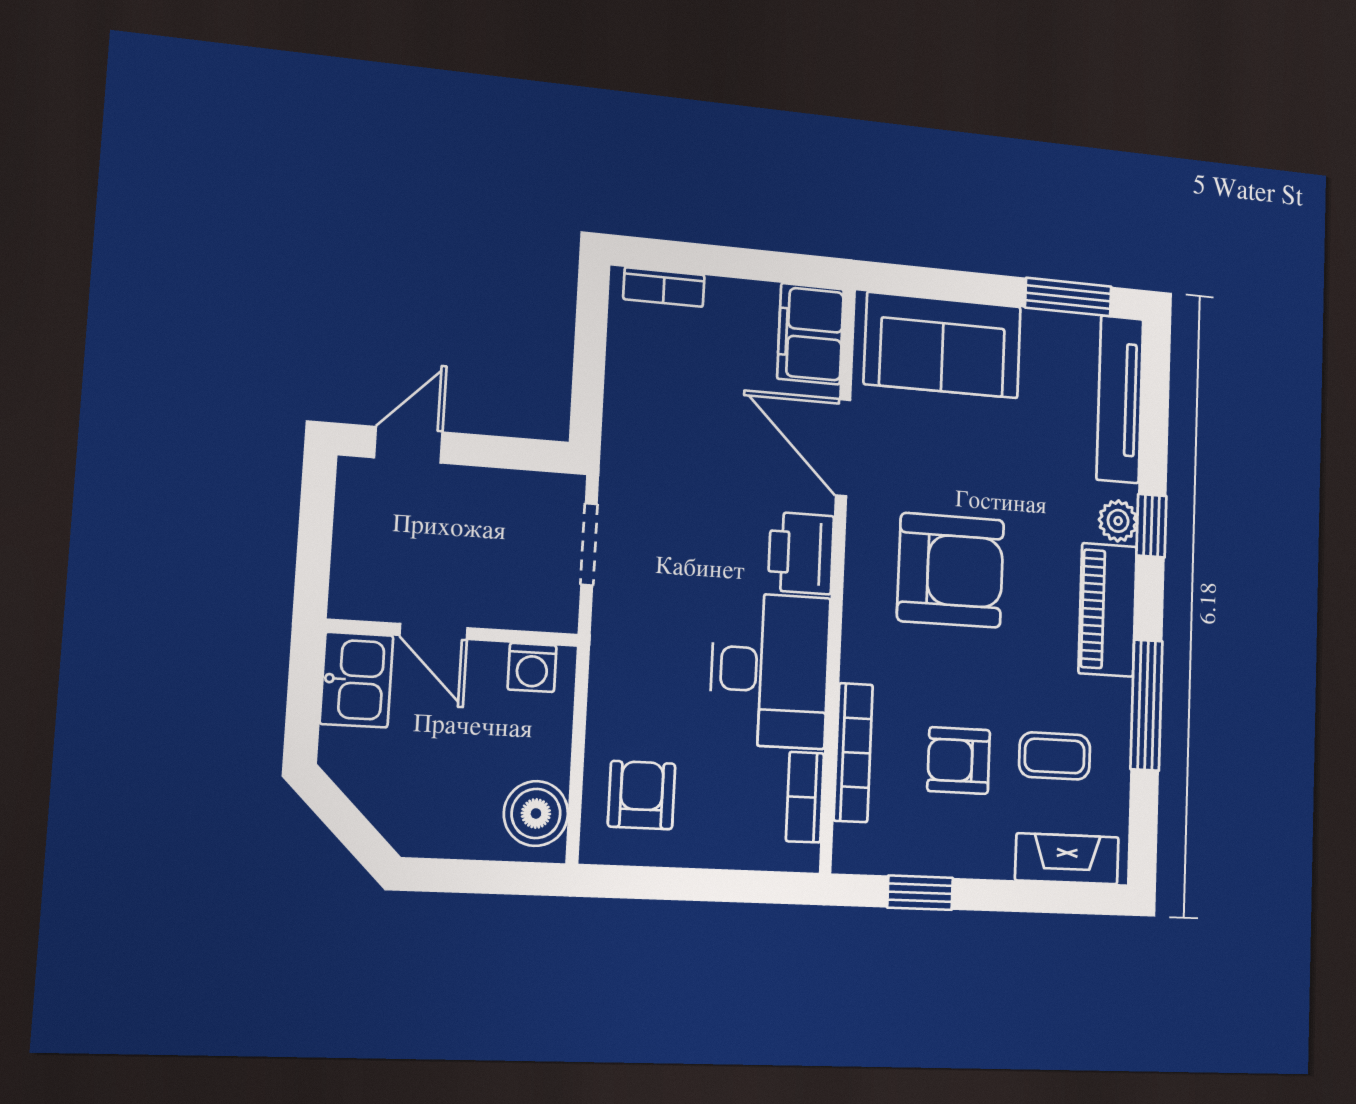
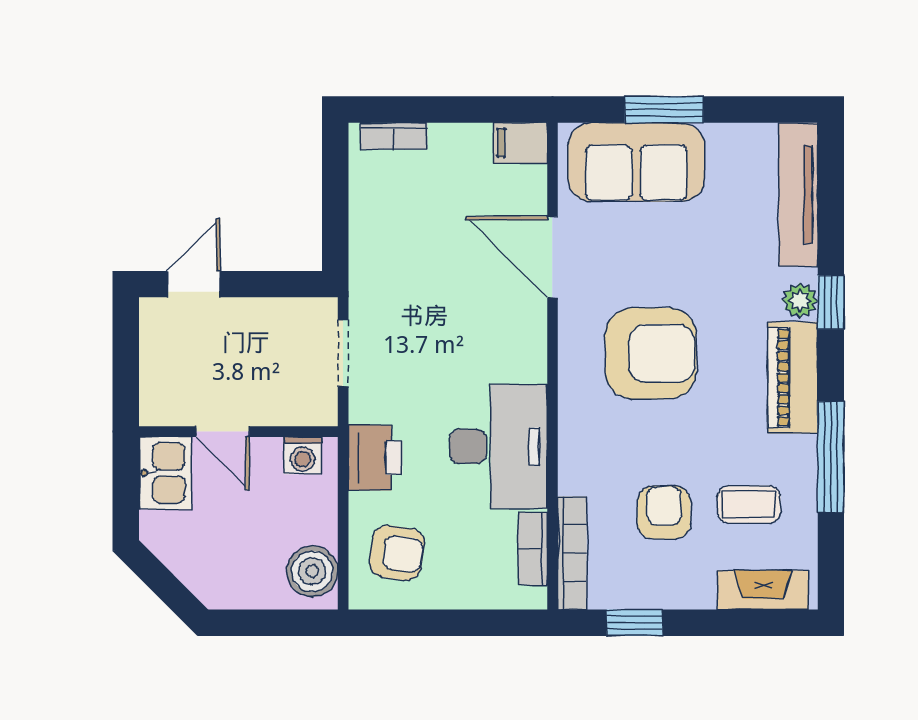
window: (1068, 297) -> (664, 110), moved
filing cabinet: (811, 334) -> (520, 143), width x0.50
printer: (801, 553) -> (375, 458), moved, turned 180
bookcase: (853, 753) -> (572, 553), moved
armchair: (959, 761) -> (664, 512), turned 90
armchair: (642, 795) -> (397, 553), turned 98

